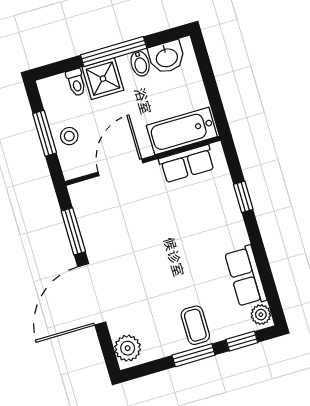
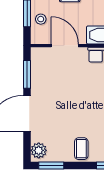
door: (120, 167) -> (65, 46), hinge flipped
window: (194, 355) -> (51, 166), moved

